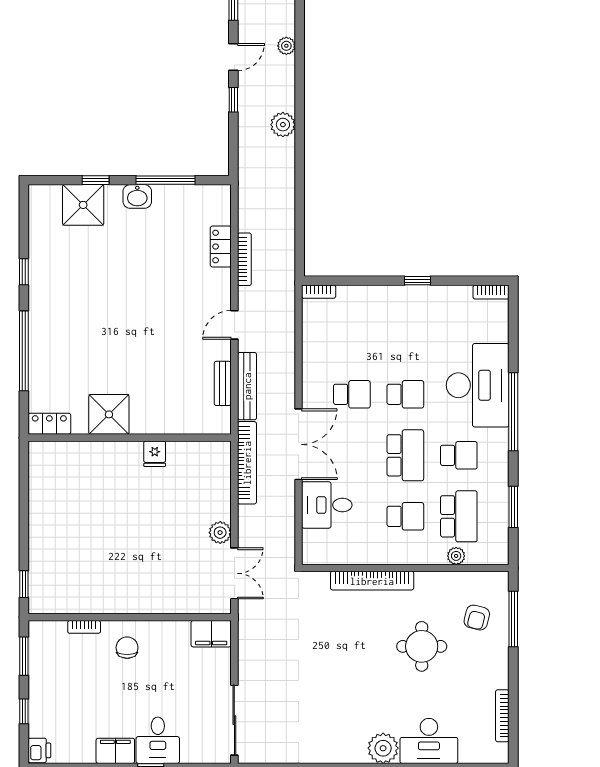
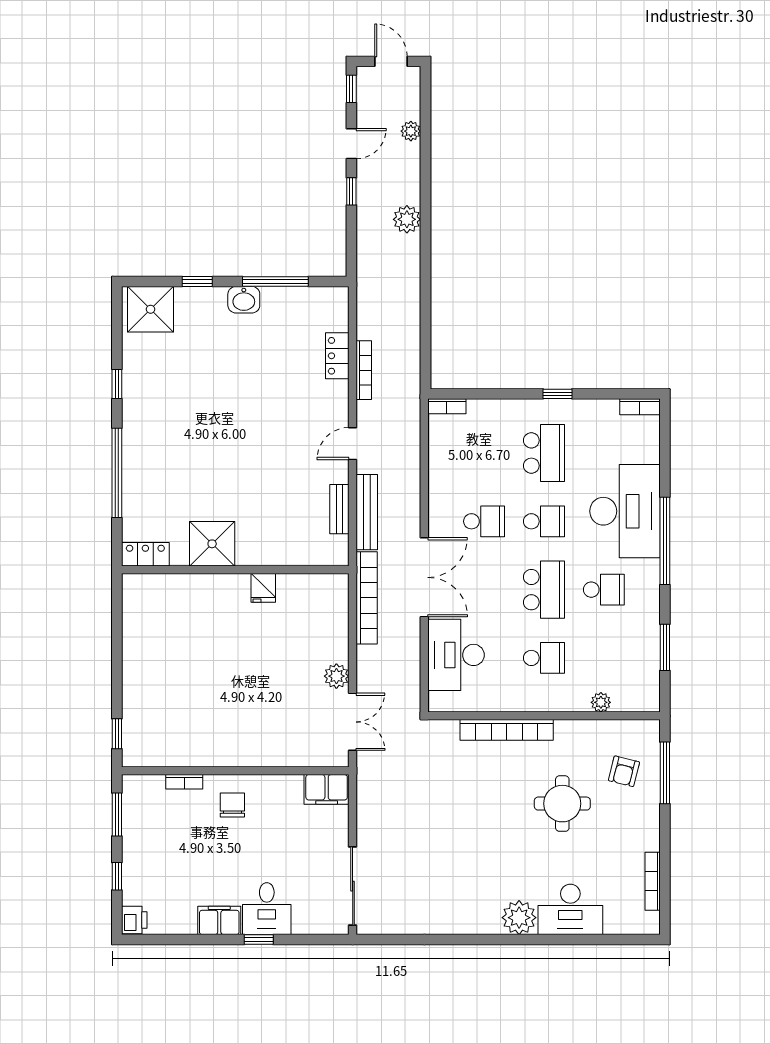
shower: (83, 205) -> (151, 309), moved
desk: (327, 505) -> (456, 655), width x1.37
school desk: (459, 516) -> (544, 453), moved

